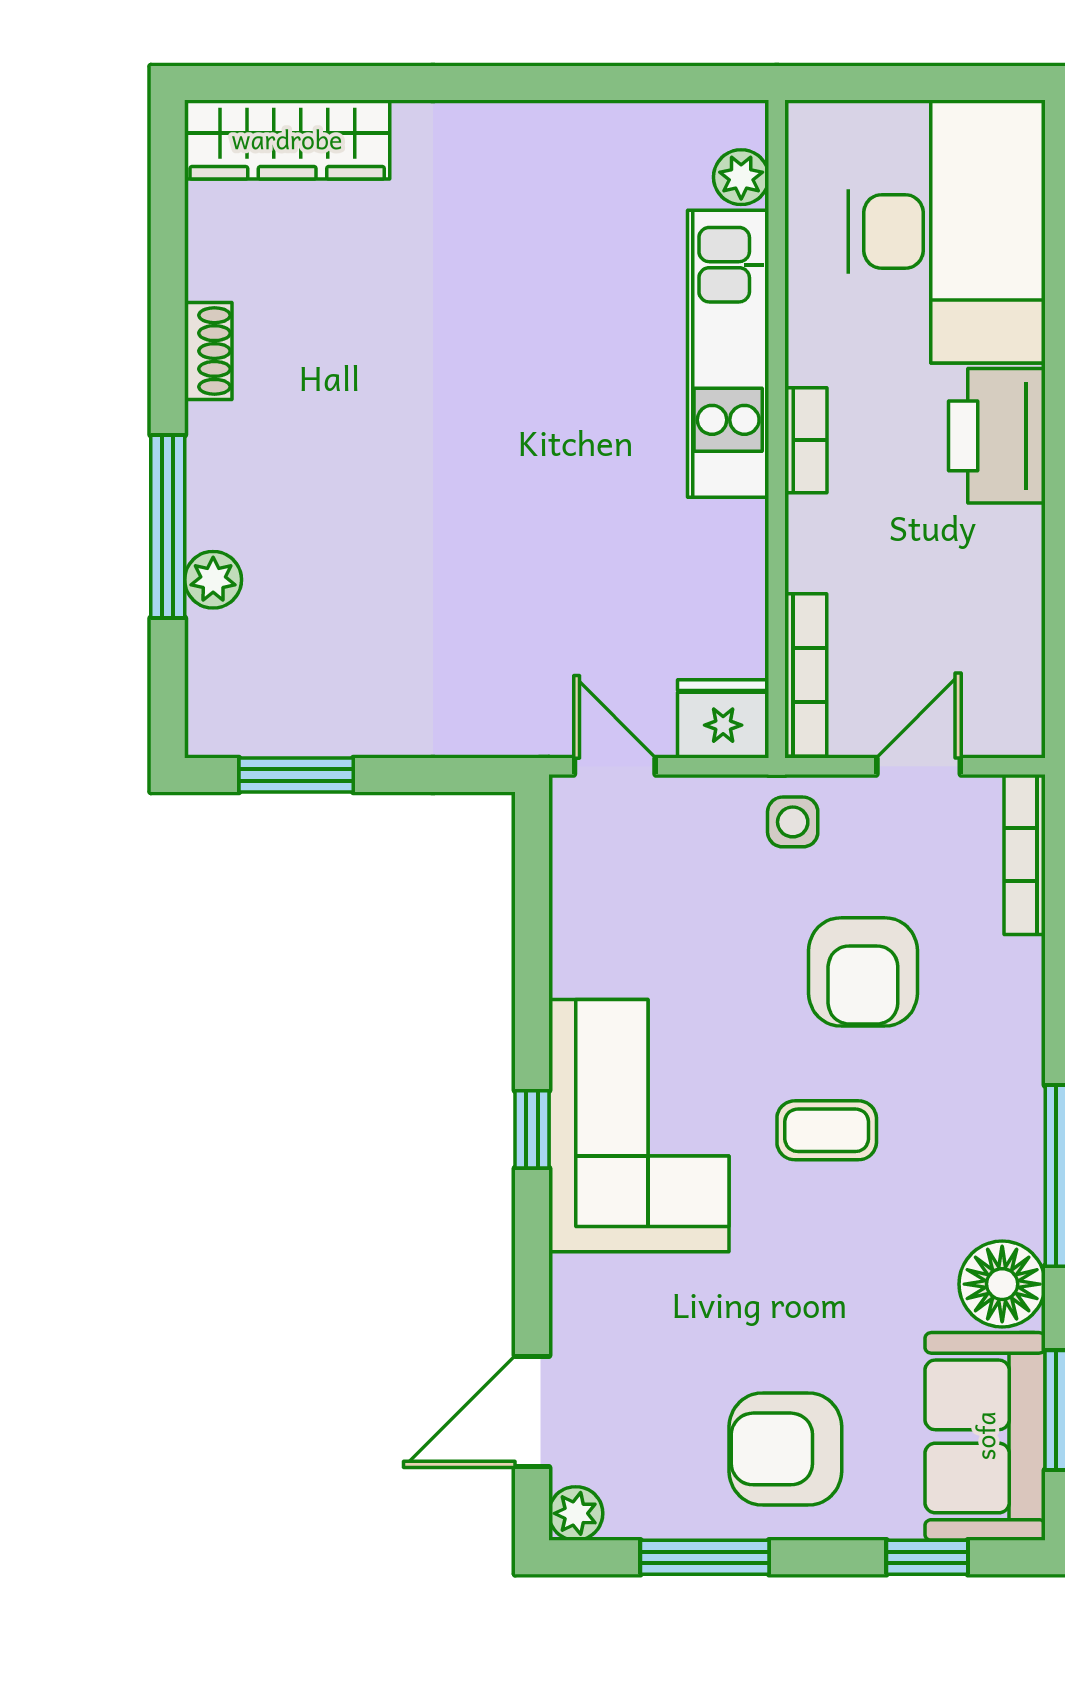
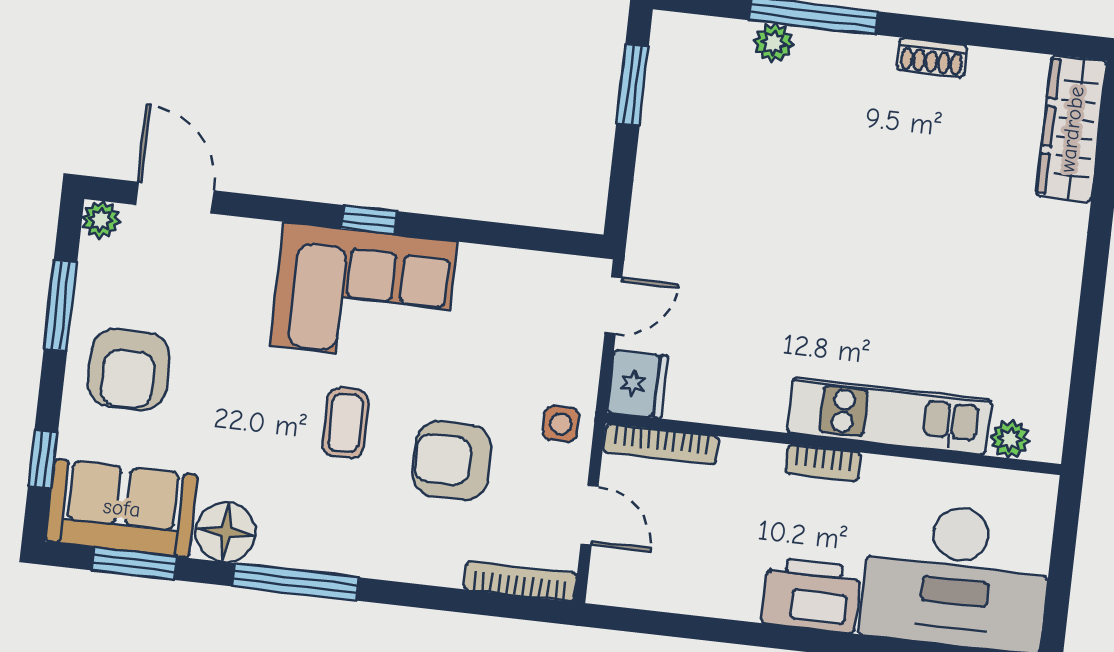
armchair: (785, 1449) -> (129, 369), turned 180

